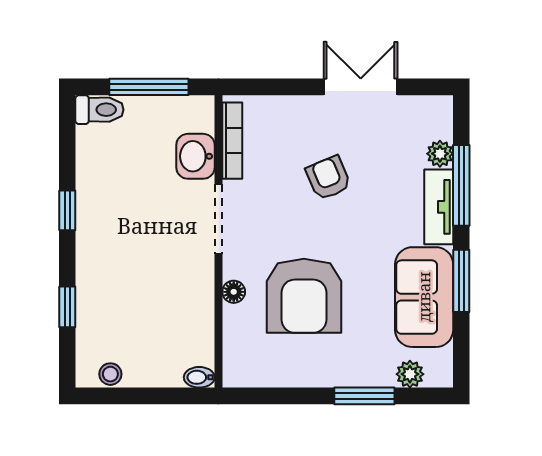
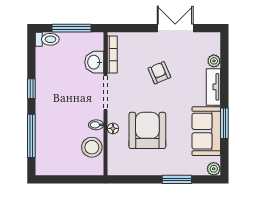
window: (461, 185) -> (224, 76), removed
armchair: (304, 296) -> (147, 130), turned 180
window: (67, 307) -> (31, 136), width x2.17
stool: (110, 374) -> (92, 147), moved, width x1.89, depth x1.89
plant: (410, 374) -> (214, 169), moved
bidet: (199, 377) -> (96, 125), moved

